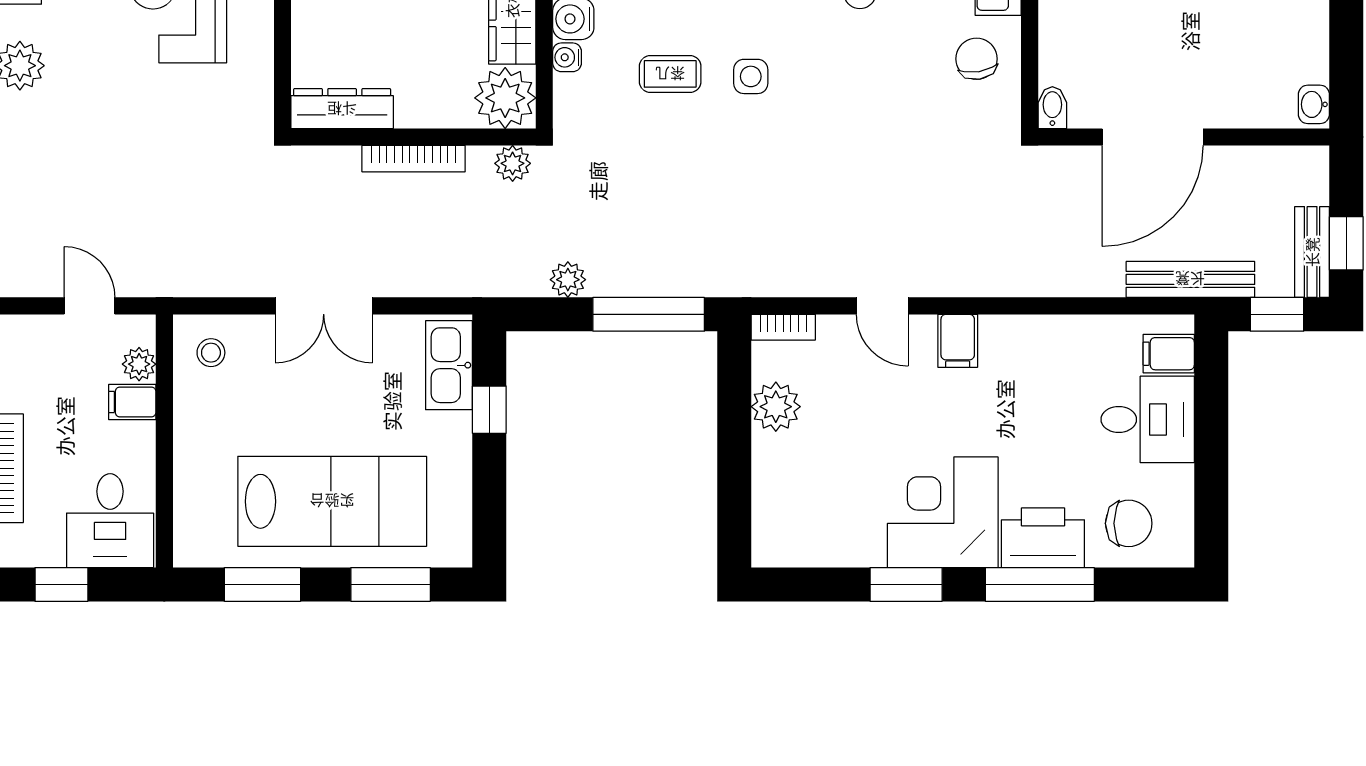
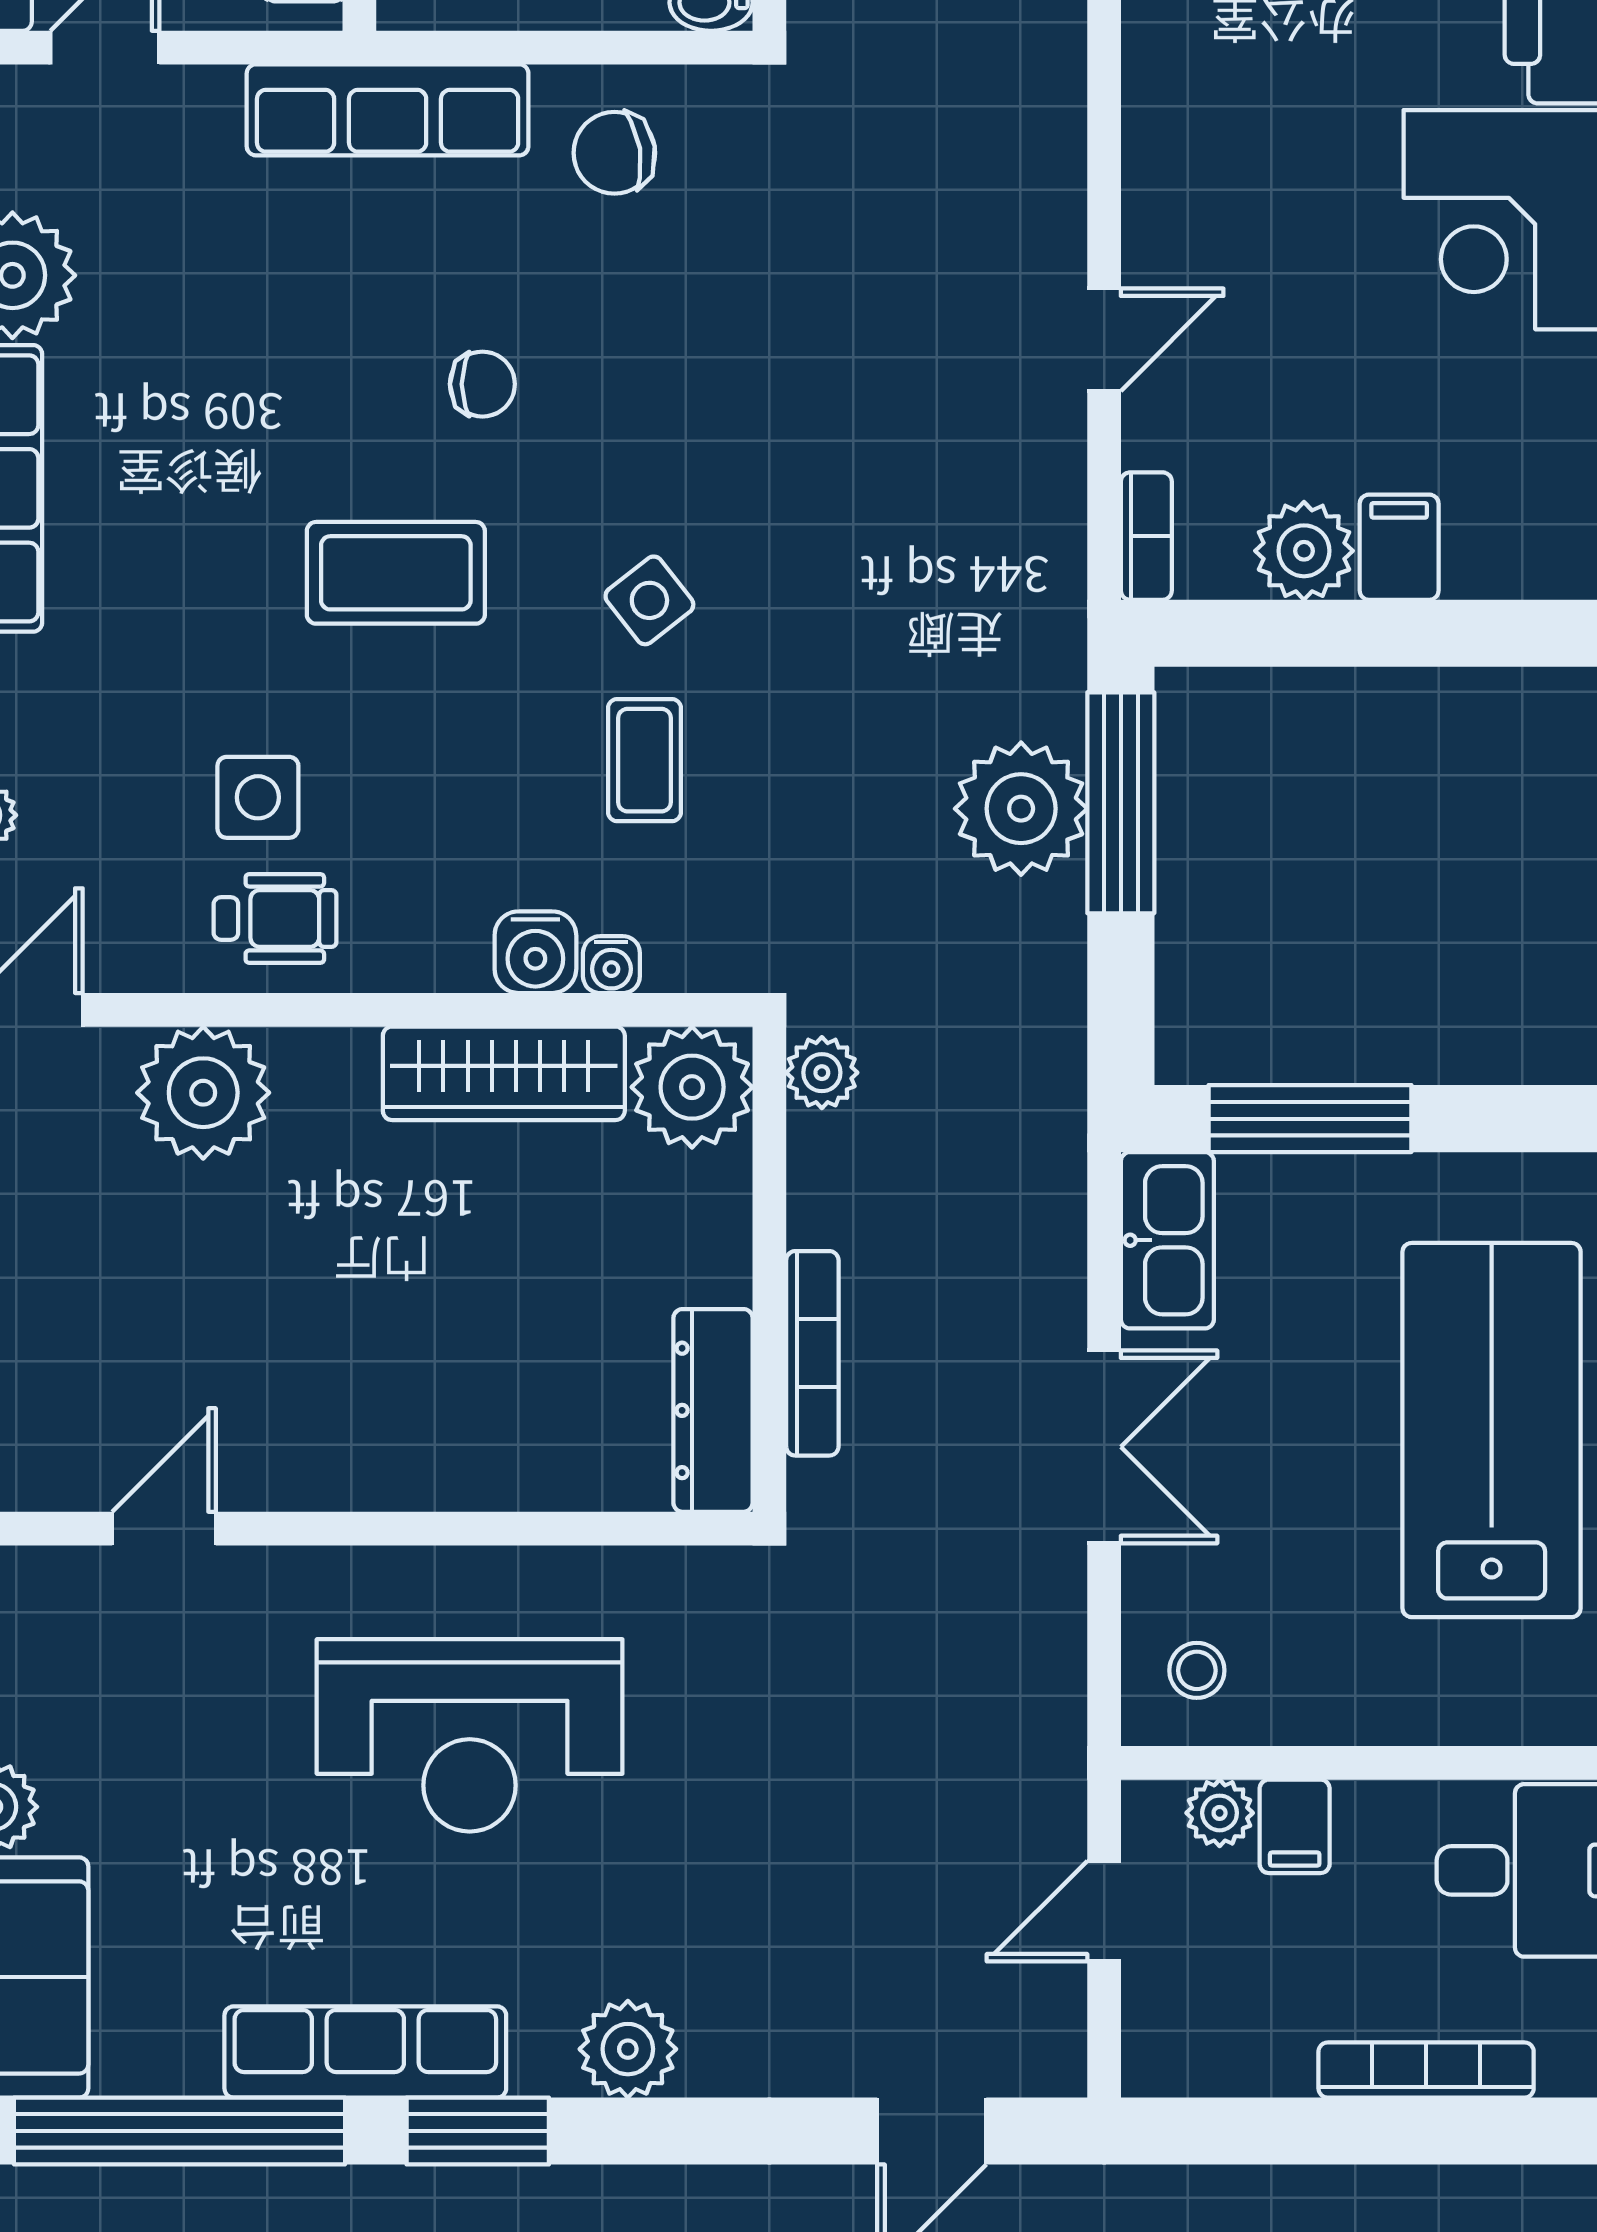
side table: (751, 76) -> (649, 600), turned -38
bookcase: (414, 159) -> (812, 1353), moved
plant: (568, 280) -> (1021, 809), moved, width x1.88, depth x1.88
filing cabinet: (958, 341) -> (1399, 547), moved, turned -90
kitchen sink: (449, 365) -> (1167, 1240), moved, turned -90
window: (489, 410) -> (1310, 1119), width x2.17

